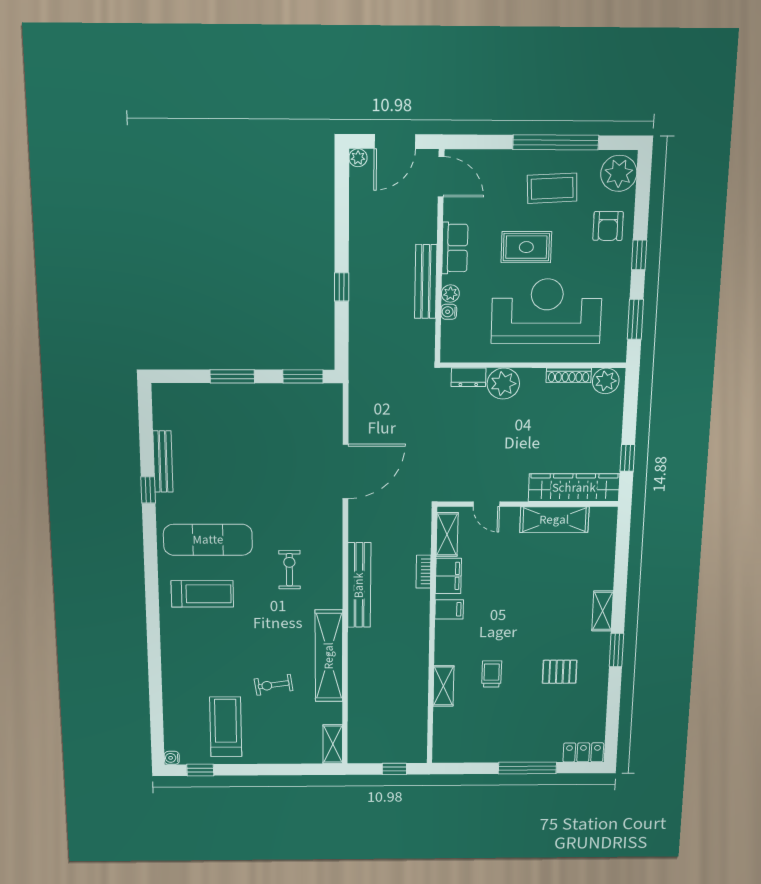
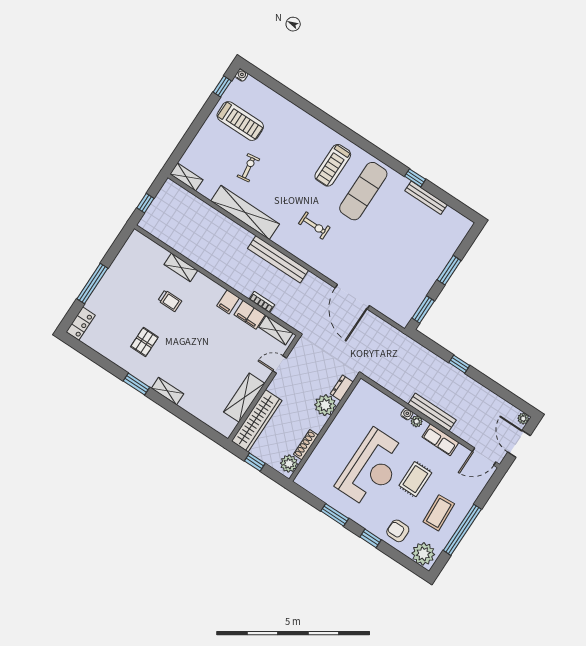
wall: (533, 365) -> (325, 428), moved
shoe rack: (569, 375) -> (306, 445), moved
dresser: (468, 377) -> (342, 388), moved
plant: (606, 381) -> (289, 464), moved
plant: (503, 384) -> (325, 405), moved

